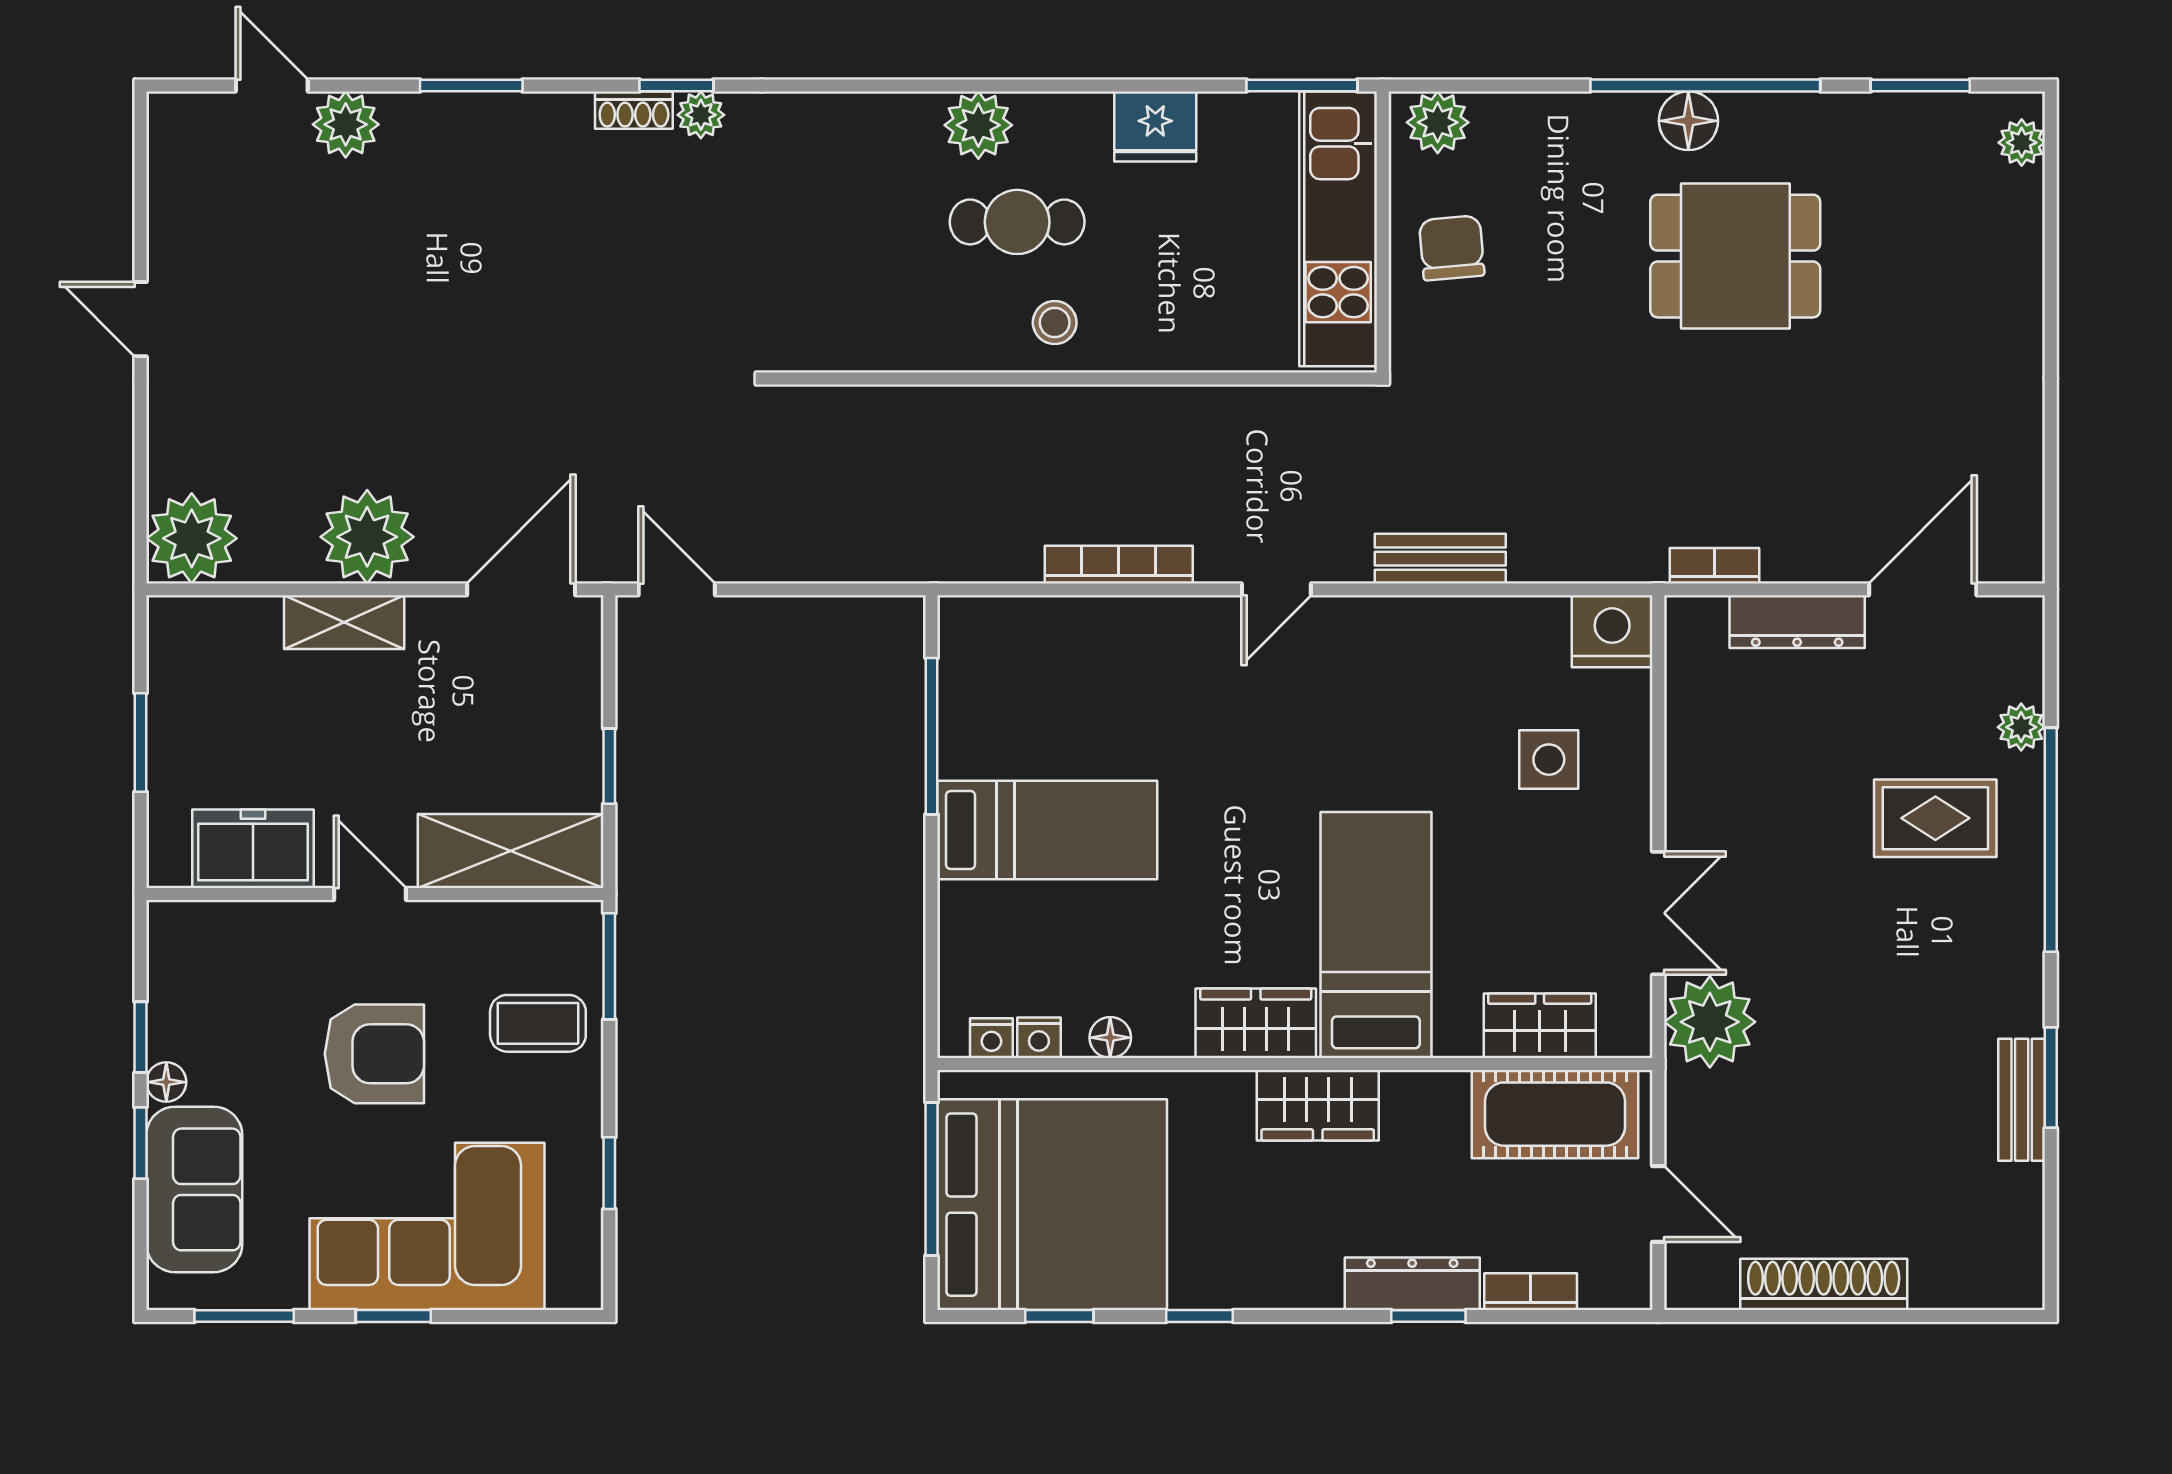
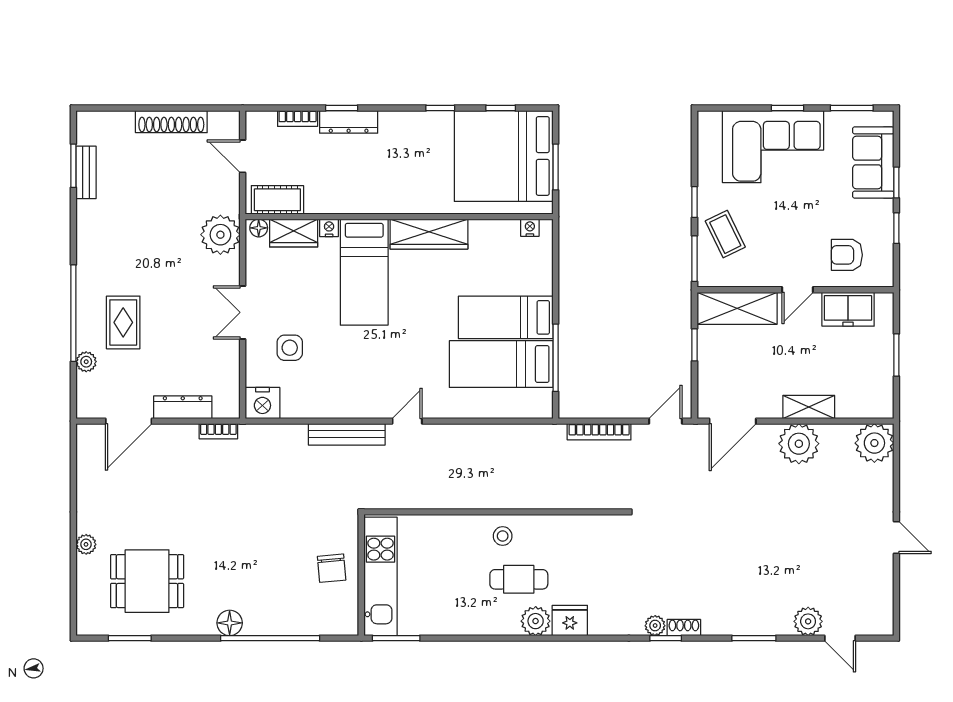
window: (1705, 85) -> (270, 638), moved
plant: (1438, 122) -> (338, 622), removed
fridge: (1155, 127) -> (570, 620), moved
plant: (2022, 143) -> (86, 544), moved
dining table: (1735, 256) -> (147, 581), moved
bench: (1440, 559) -> (347, 434), width x1.36
bookcase: (1119, 565) -> (599, 432), moved
door: (677, 589) -> (665, 421), swing flipped
bed: (1058, 722) -> (501, 364), added
rug: (1935, 818) -> (123, 322), turned 90
door: (370, 894) -> (798, 290), hinge flipped
double door: (1658, 913) -> (243, 312), moved
coffee table: (538, 1023) -> (725, 234), turned 64
wardrobe: (1256, 1023) -> (429, 234), width x1.50
nightstand: (1039, 1038) -> (329, 228), moved
floor lamp: (1110, 1038) -> (259, 228), moved
armchair: (374, 1054) -> (847, 255), moved, width x0.72, depth x0.72
window: (2051, 1078) -> (73, 166), moved
floor lamp: (166, 1082) -> (885, 209), removed
bench: (2022, 1100) -> (86, 172), moved
wardrobe: (1318, 1105) -> (389, 199), removed
cot: (1555, 1114) -> (277, 200), width x0.73, depth x0.75
window: (609, 1173) -> (695, 202), moved
window: (932, 1179) -> (556, 167), width x0.69

